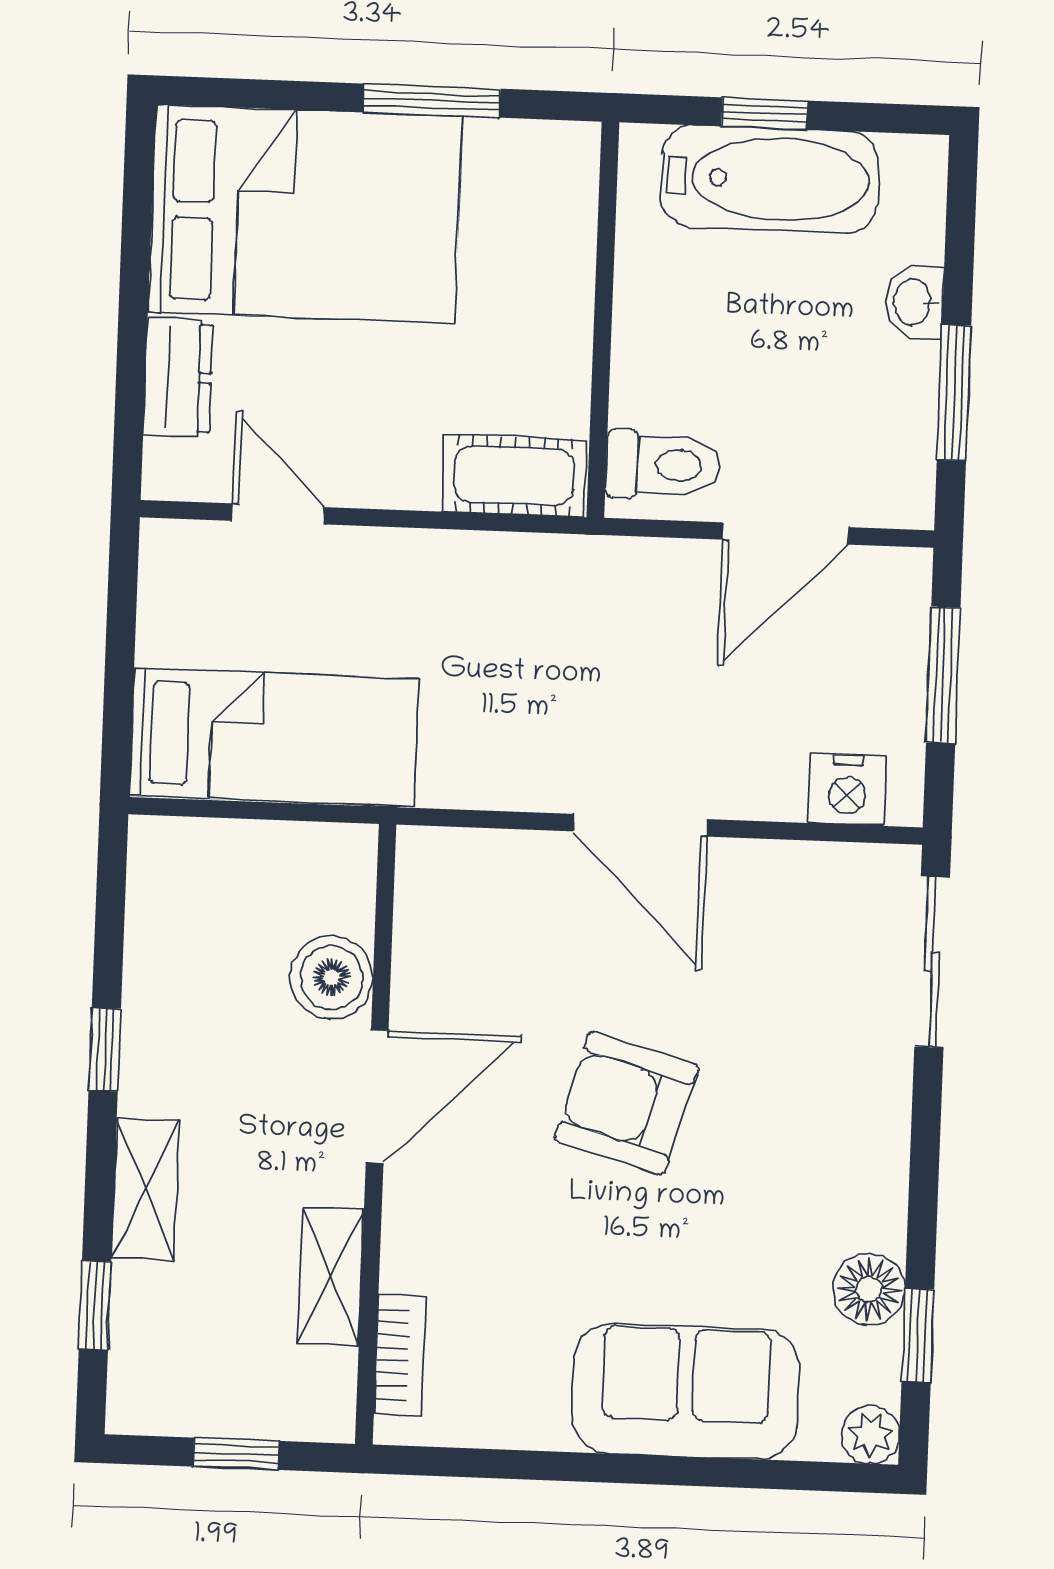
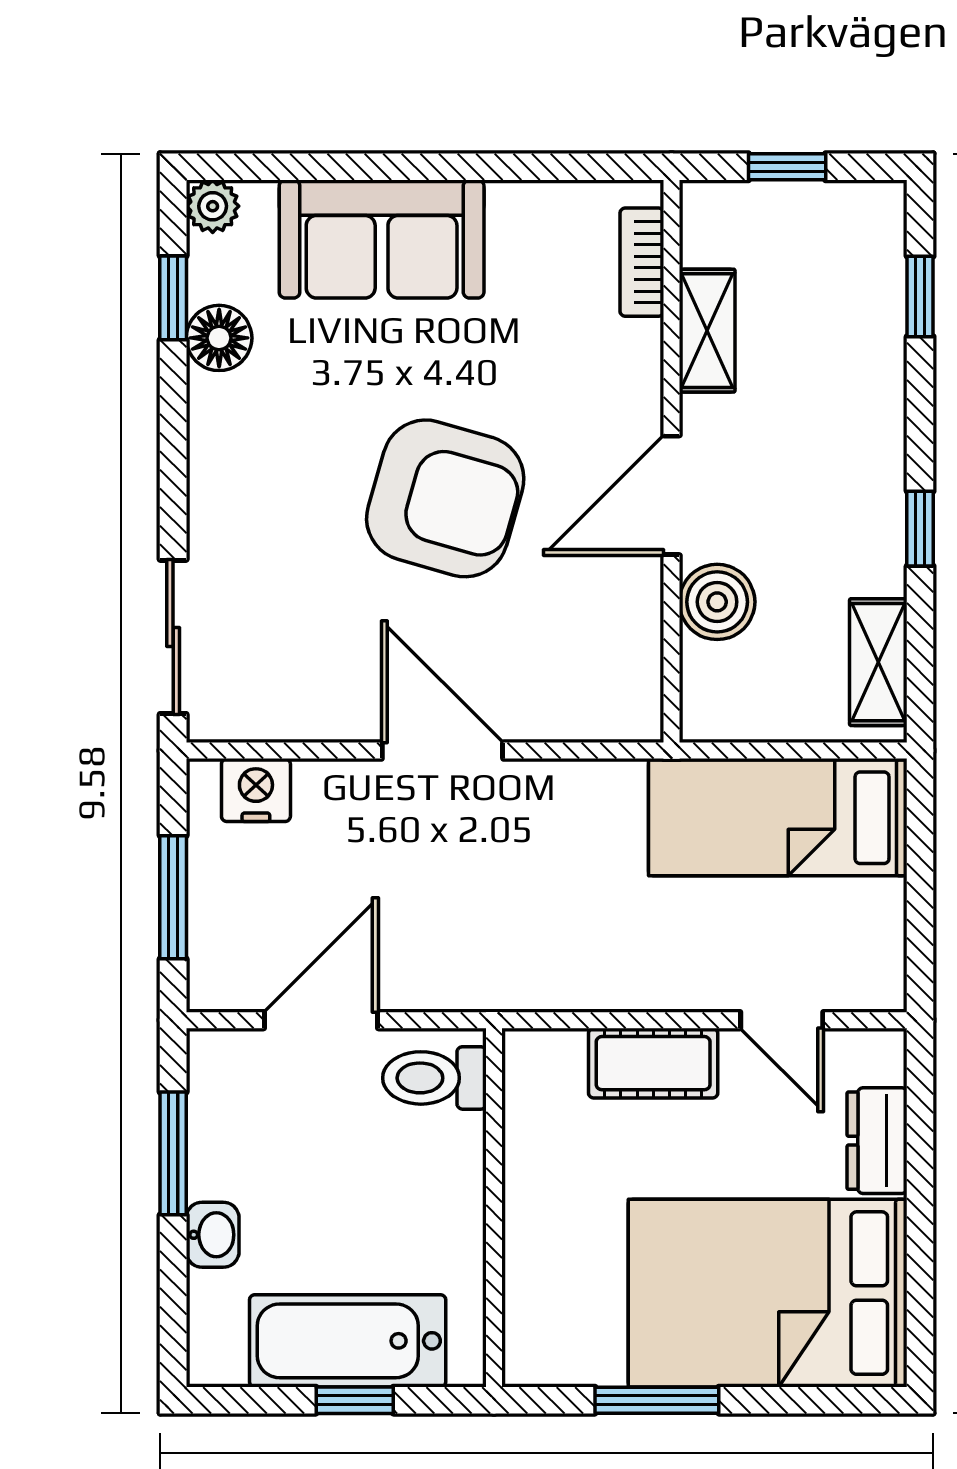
cot: (514, 476) -> (653, 1063), moved
armchair: (627, 1103) -> (445, 498), width x1.36, depth x1.36
shelving: (145, 1189) -> (878, 662), moved

